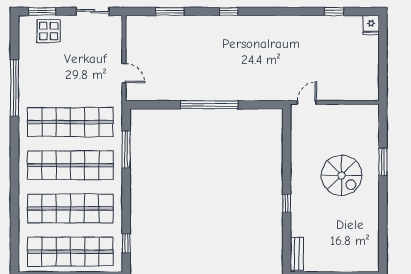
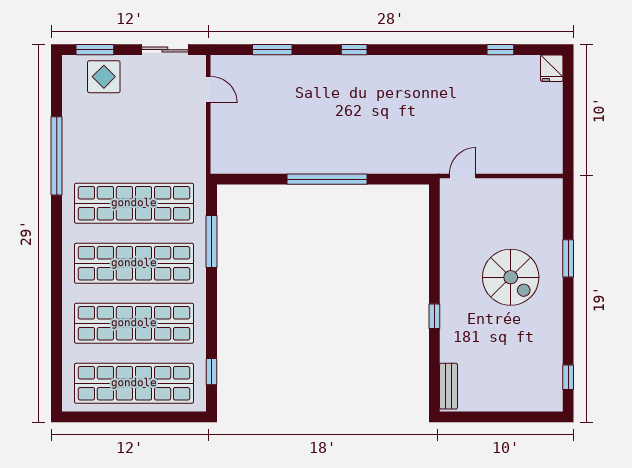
door: (124, 73) -> (208, 90), moved
window: (383, 247) -> (568, 377), added

